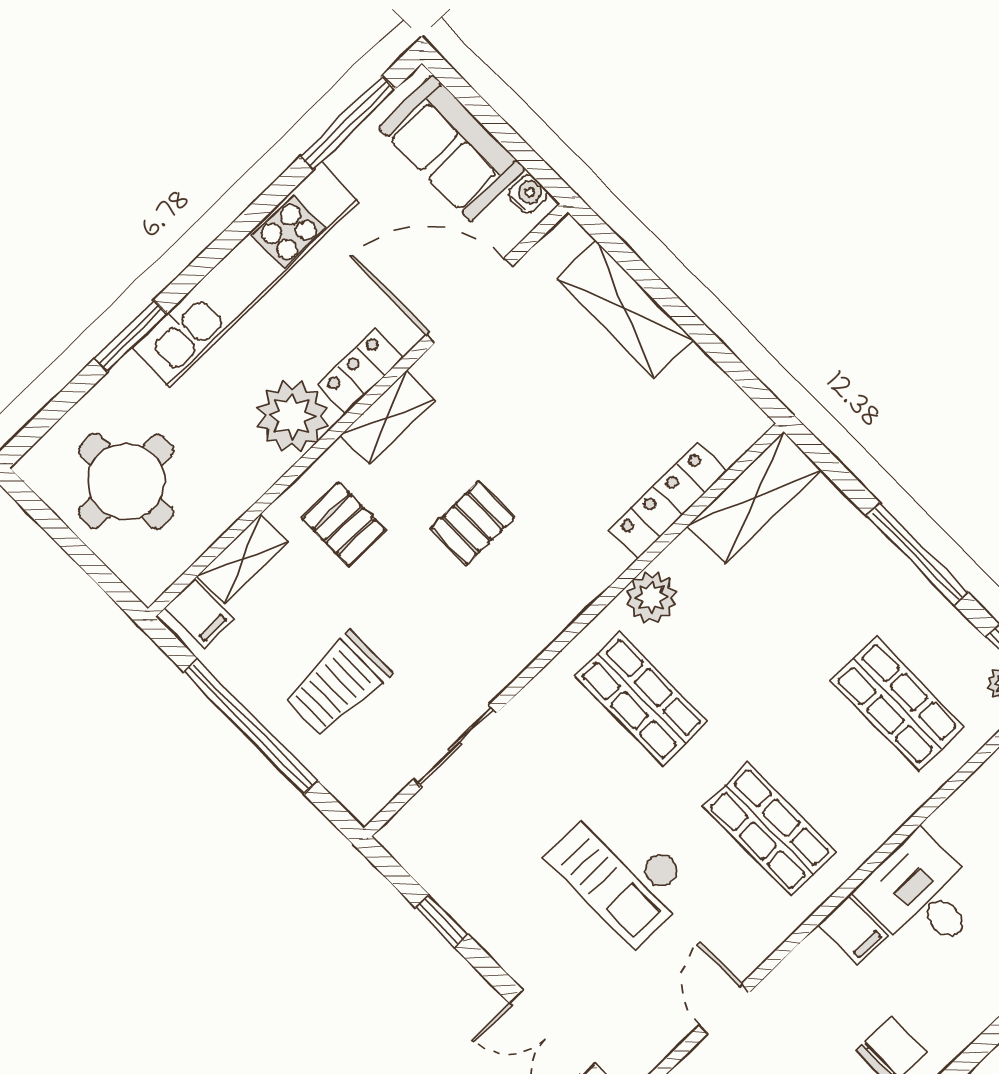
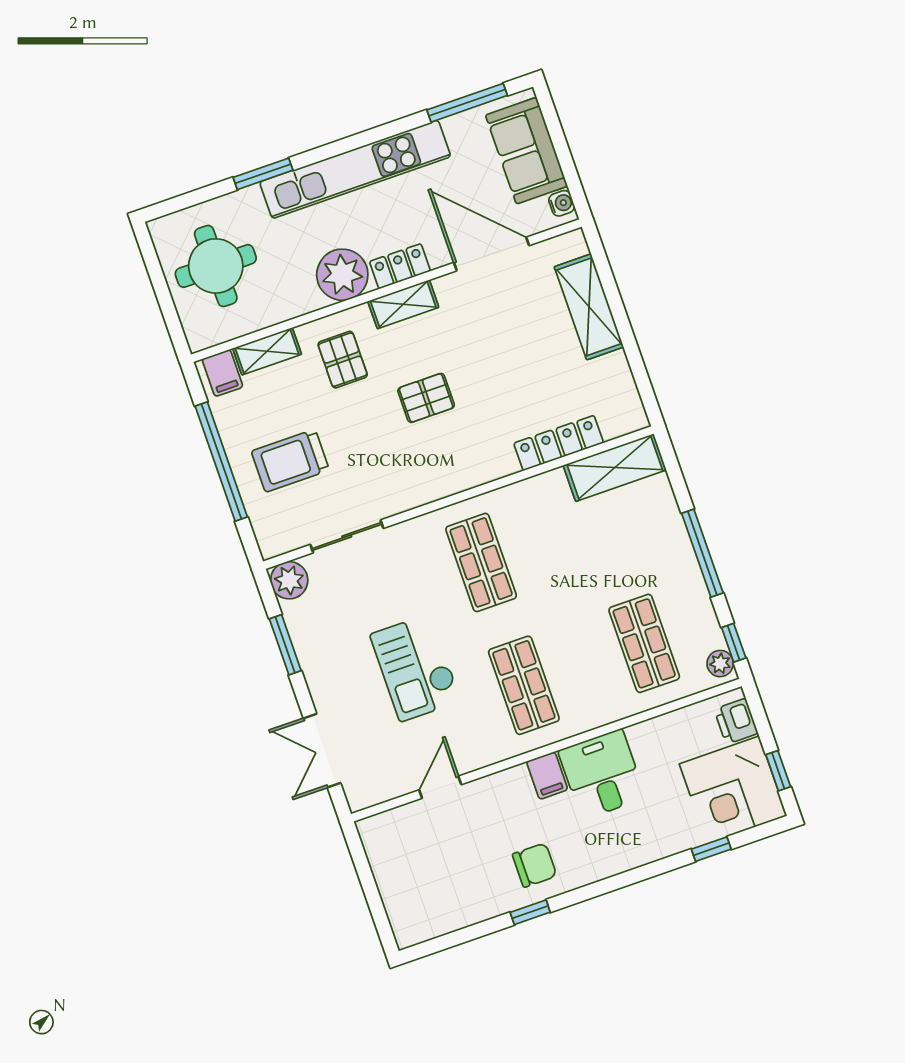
plant: (651, 598) -> (289, 580), moved
window: (442, 921) -> (285, 645), width x1.50

